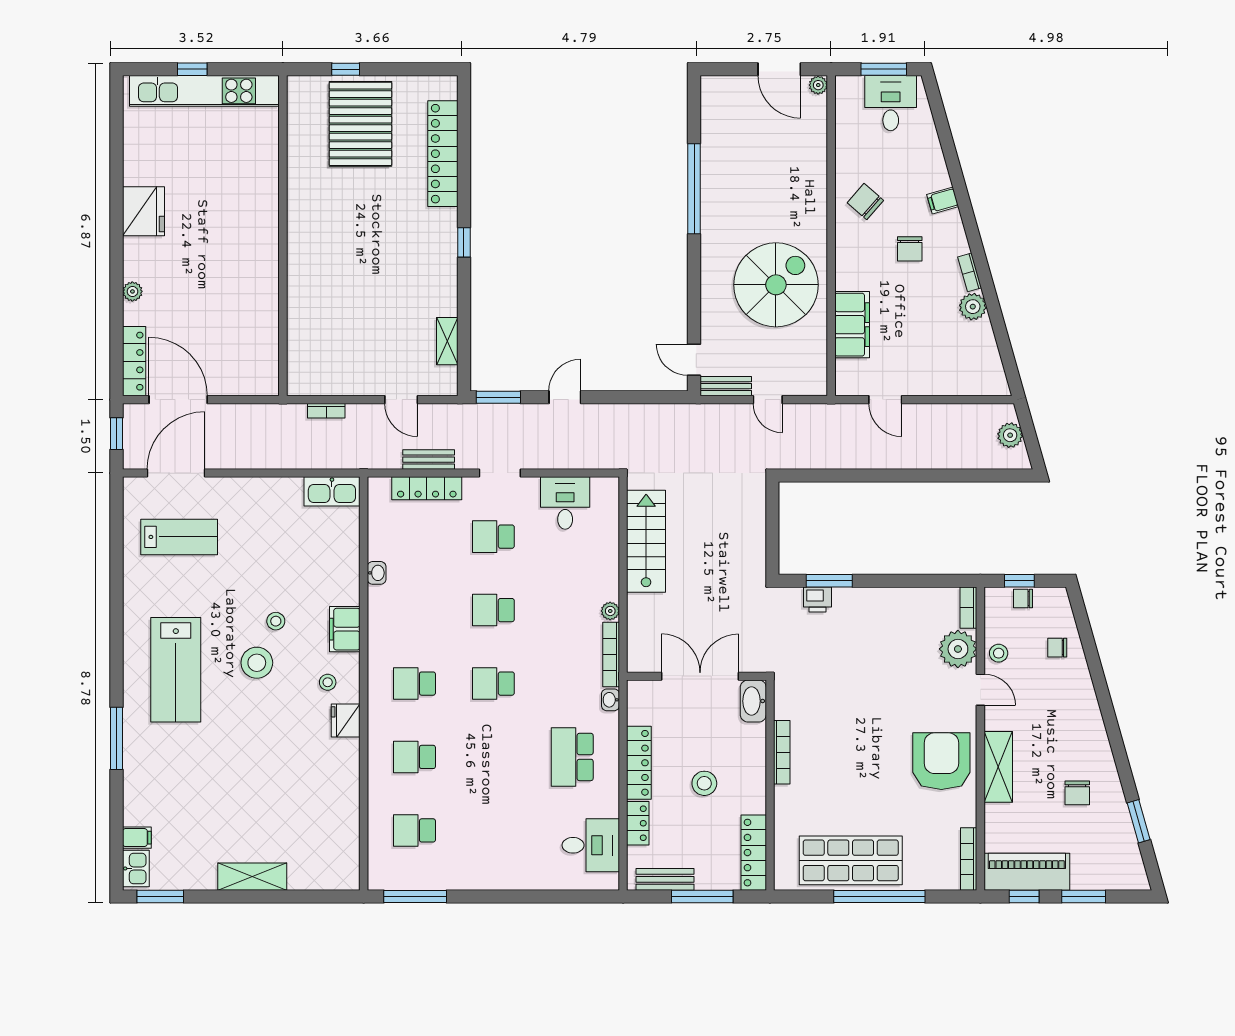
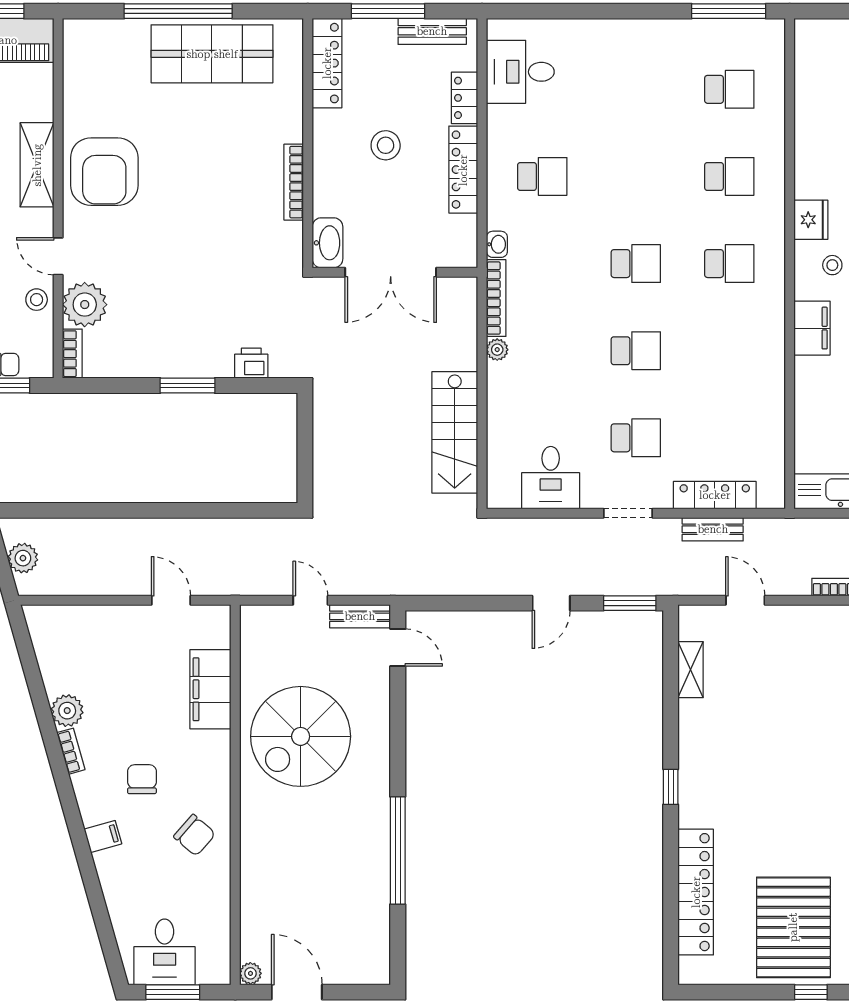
washbasin: (377, 573) -> (774, 395), removed
window: (829, 581) -> (187, 386), moved
school desk: (572, 757) -> (542, 176), width x0.54
bookcase: (969, 859) -> (72, 55), removed

